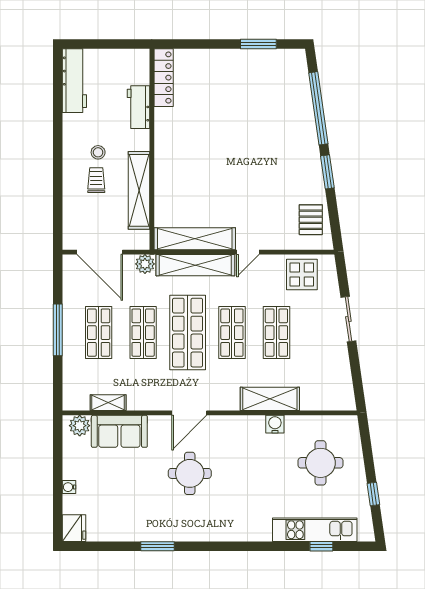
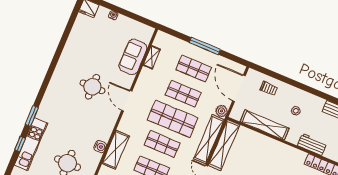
trolley: (96, 180) -> (269, 88), moved
door: (100, 252) -> (239, 88), hinge flipped
plant: (80, 426) -> (146, 36), removed
window: (158, 546) -> (32, 116), moved

